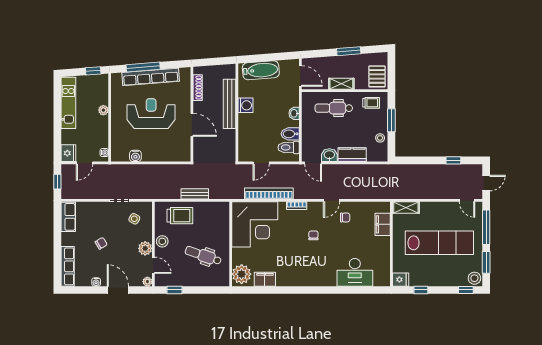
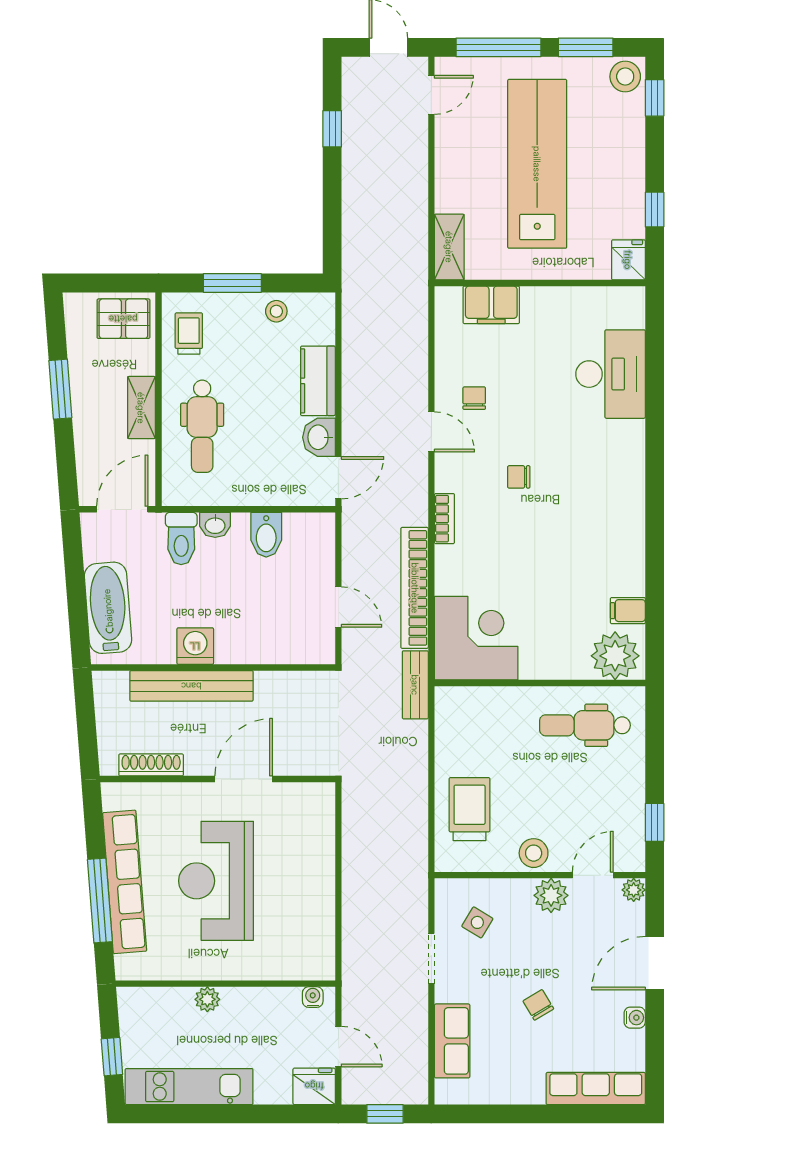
window: (93, 71) -> (112, 1057), moved
toilet: (289, 147) -> (181, 539), moved
water cooler: (135, 156) -> (321, 920), removed
bench: (195, 194) -> (415, 685), moved
row of seats: (68, 217) -> (452, 1041), moved, turned 90
corner desk: (255, 224) -> (476, 638), width x0.74, depth x0.74
dental chair: (203, 256) -> (585, 725), moved, turned 71
filing cabinet: (265, 279) -> (628, 611), width x0.50

